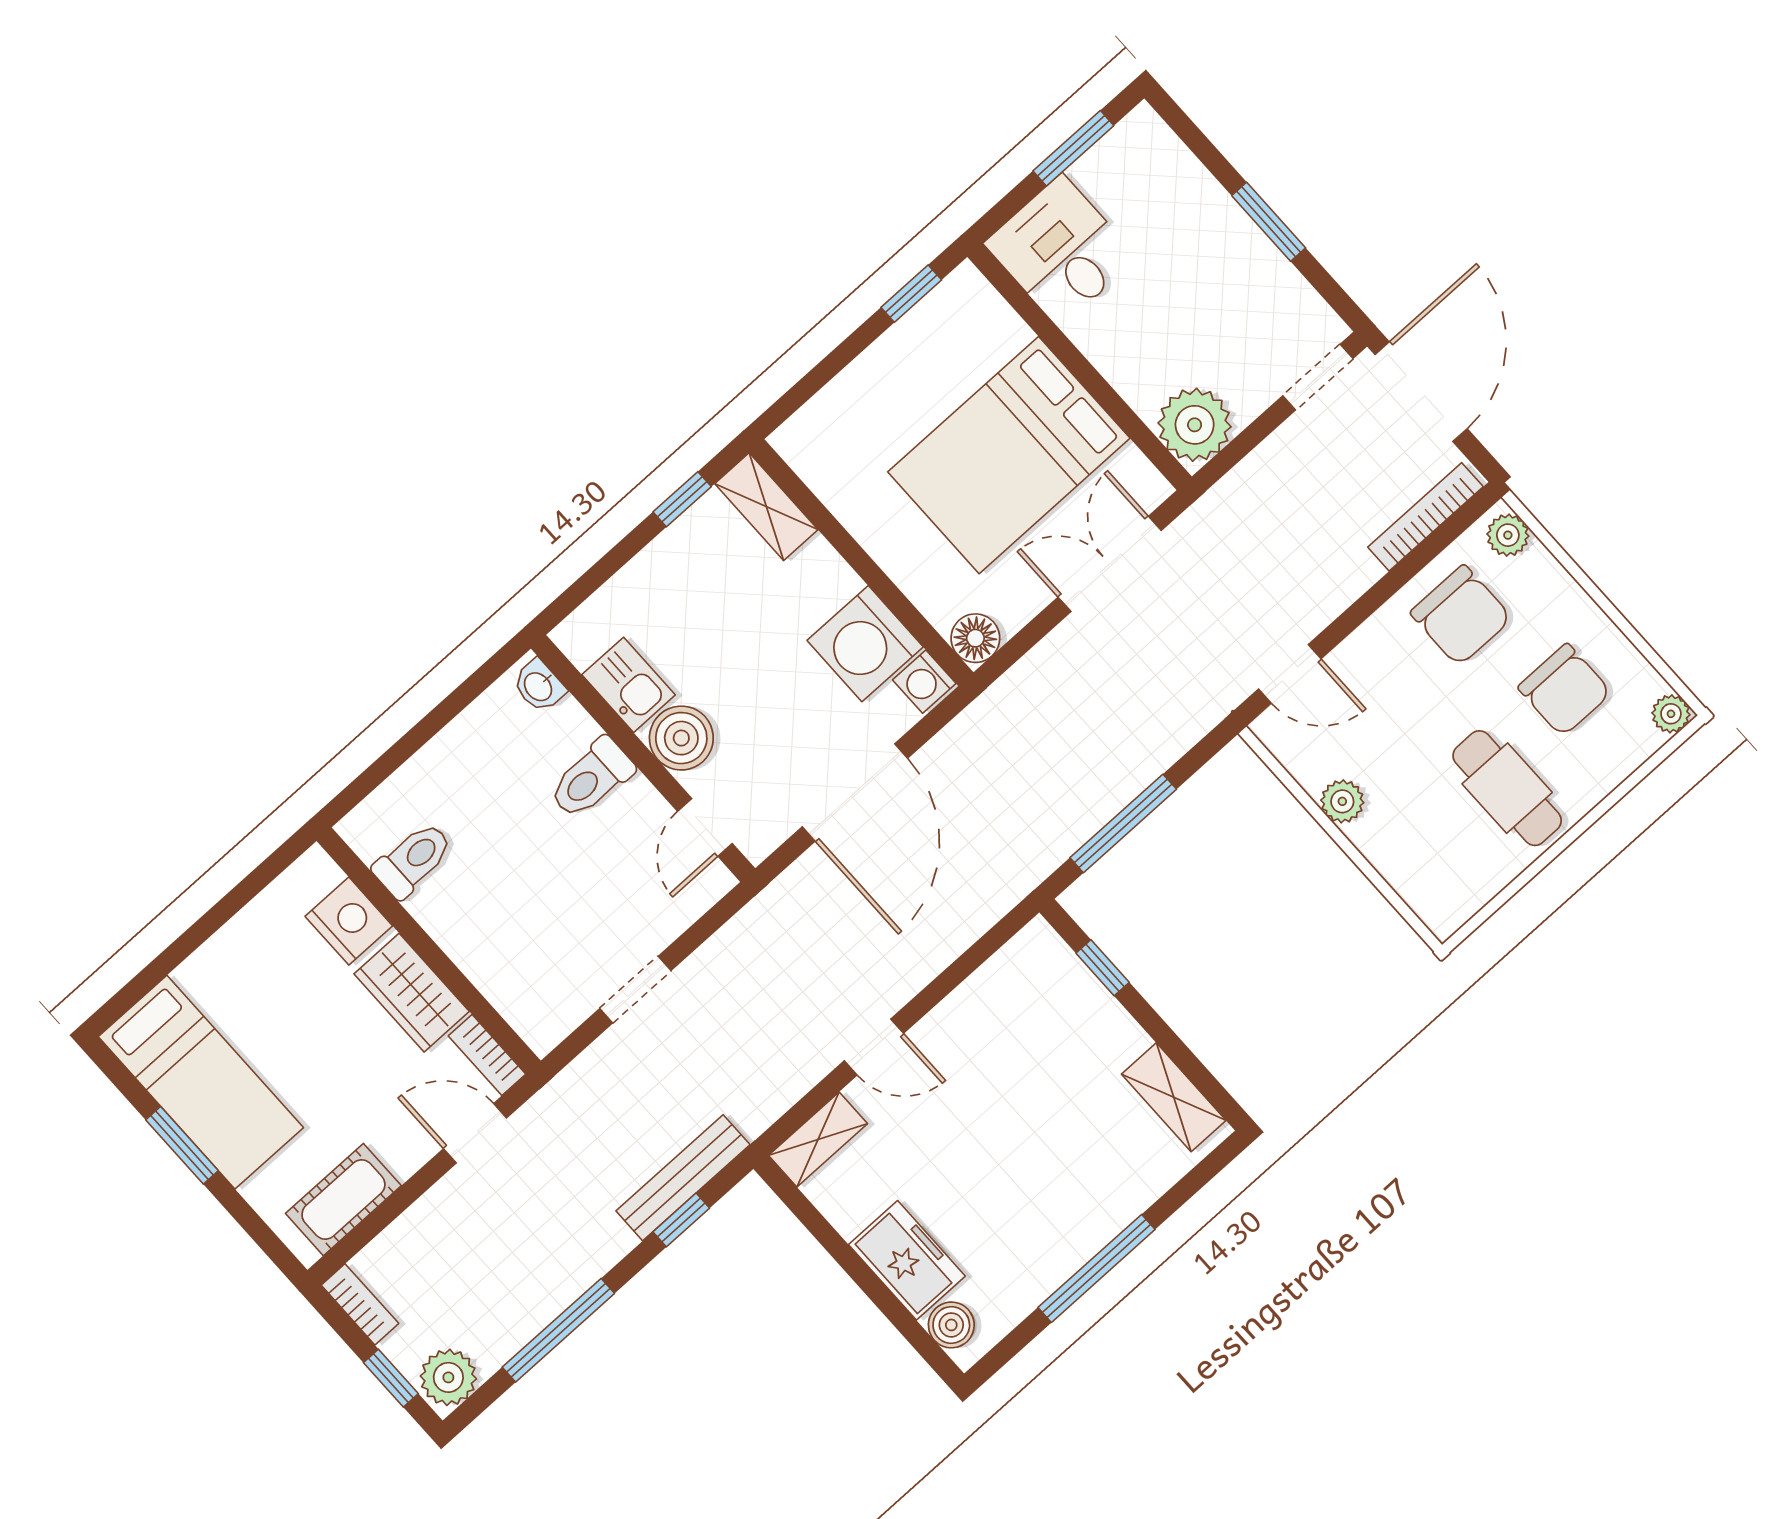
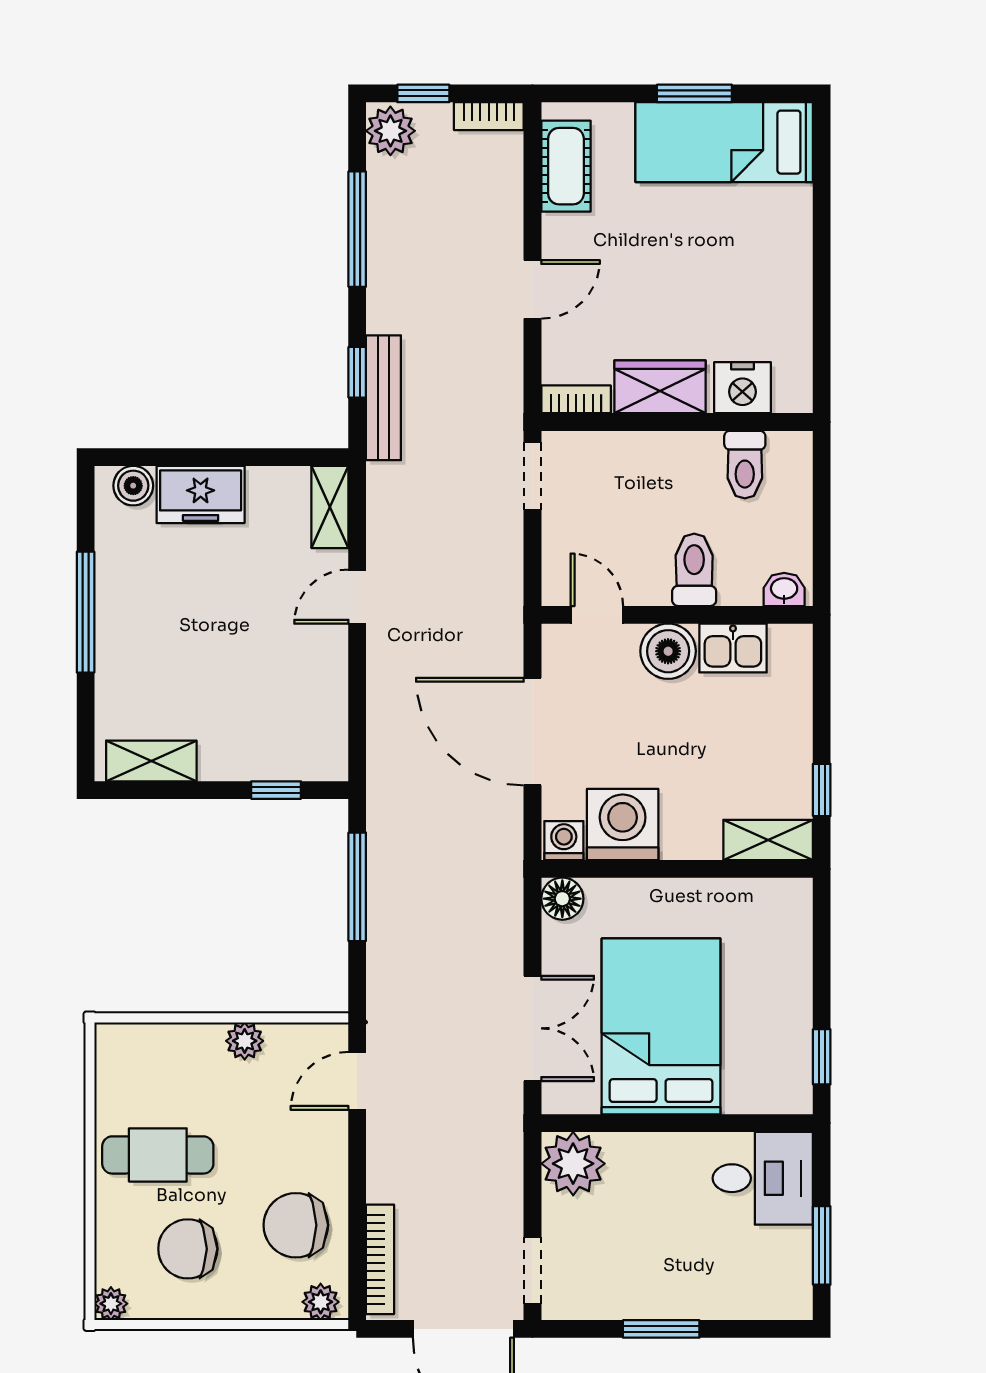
toilet: (413, 860) -> (745, 465), moved
nightstand: (349, 921) -> (742, 388), moved
wall: (429, 951) -> (677, 422), moved
wardrobe: (412, 993) -> (660, 387), moved
bookcase: (487, 1055) -> (576, 399), moved

